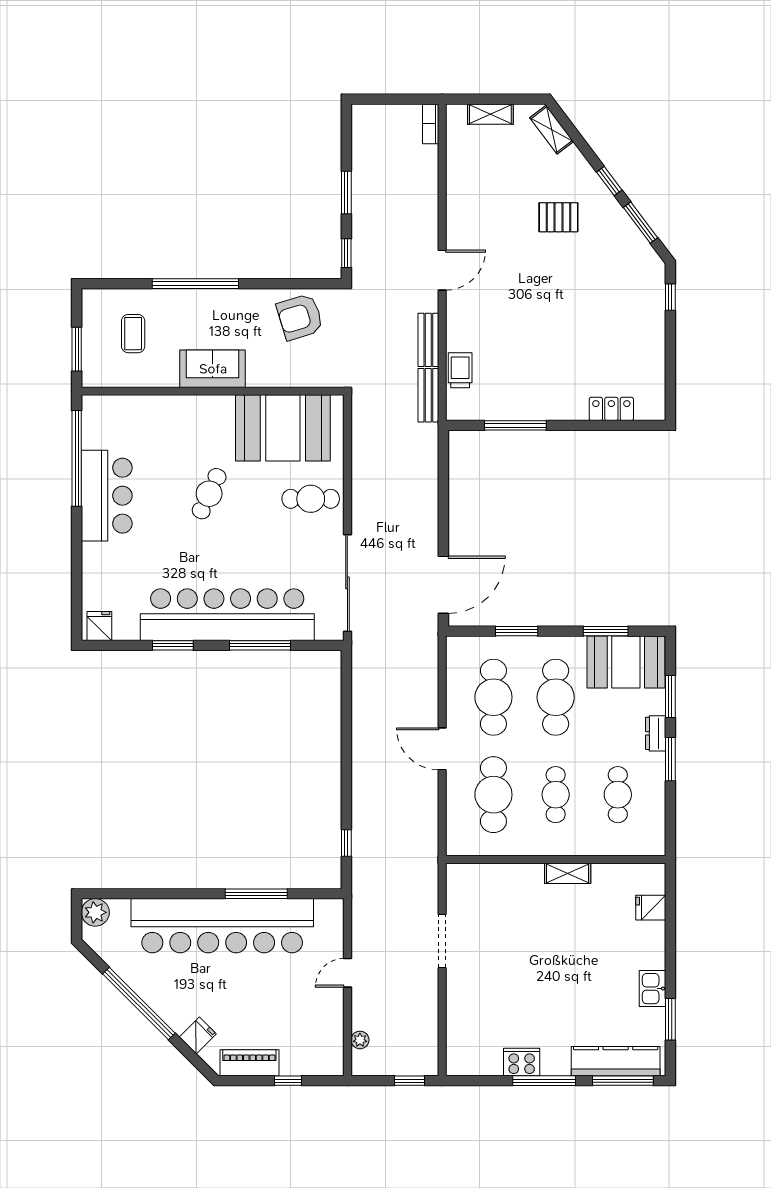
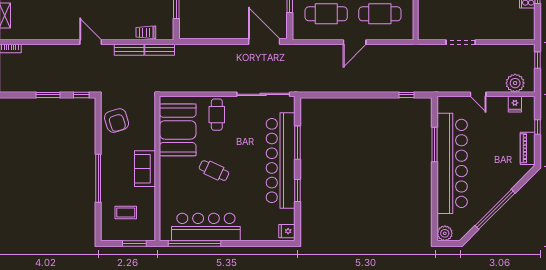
bar counter: (107, 496) -> (206, 227), width x1.36
fridge: (198, 1036) -> (515, 104), moved, turned -135
plant: (360, 1040) -> (515, 83), width x1.88, depth x1.88

